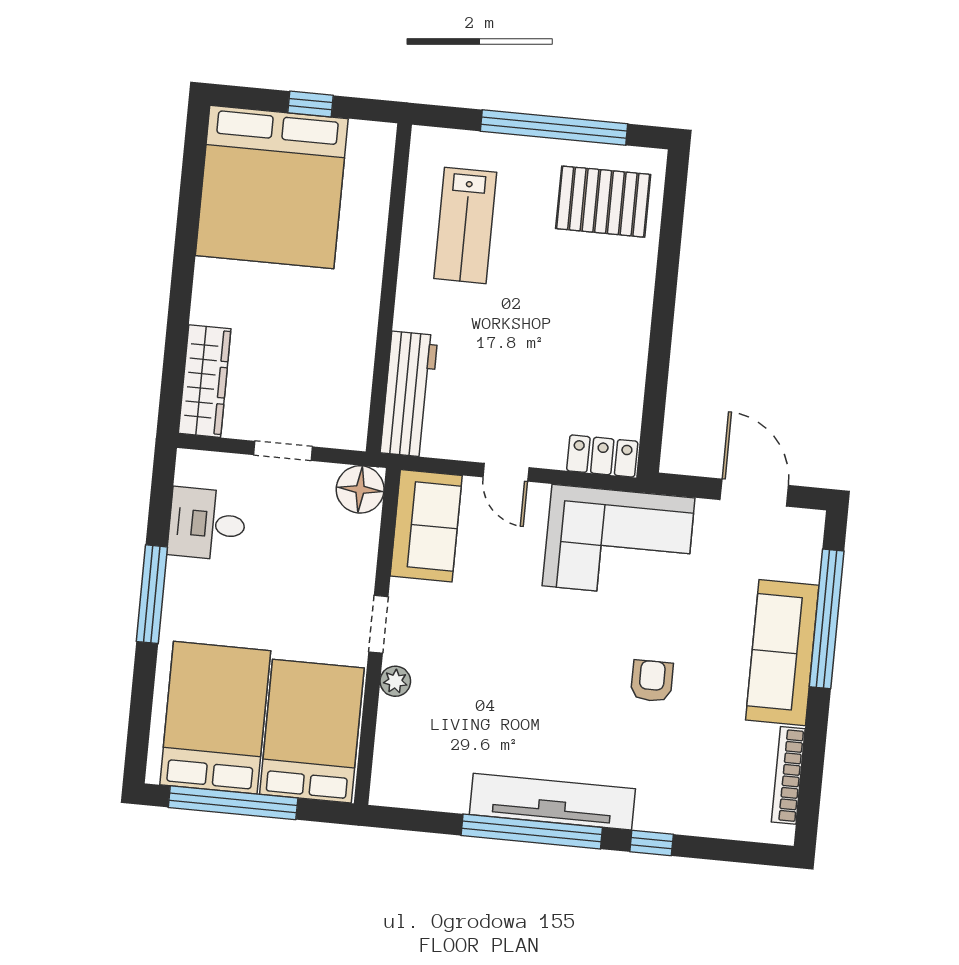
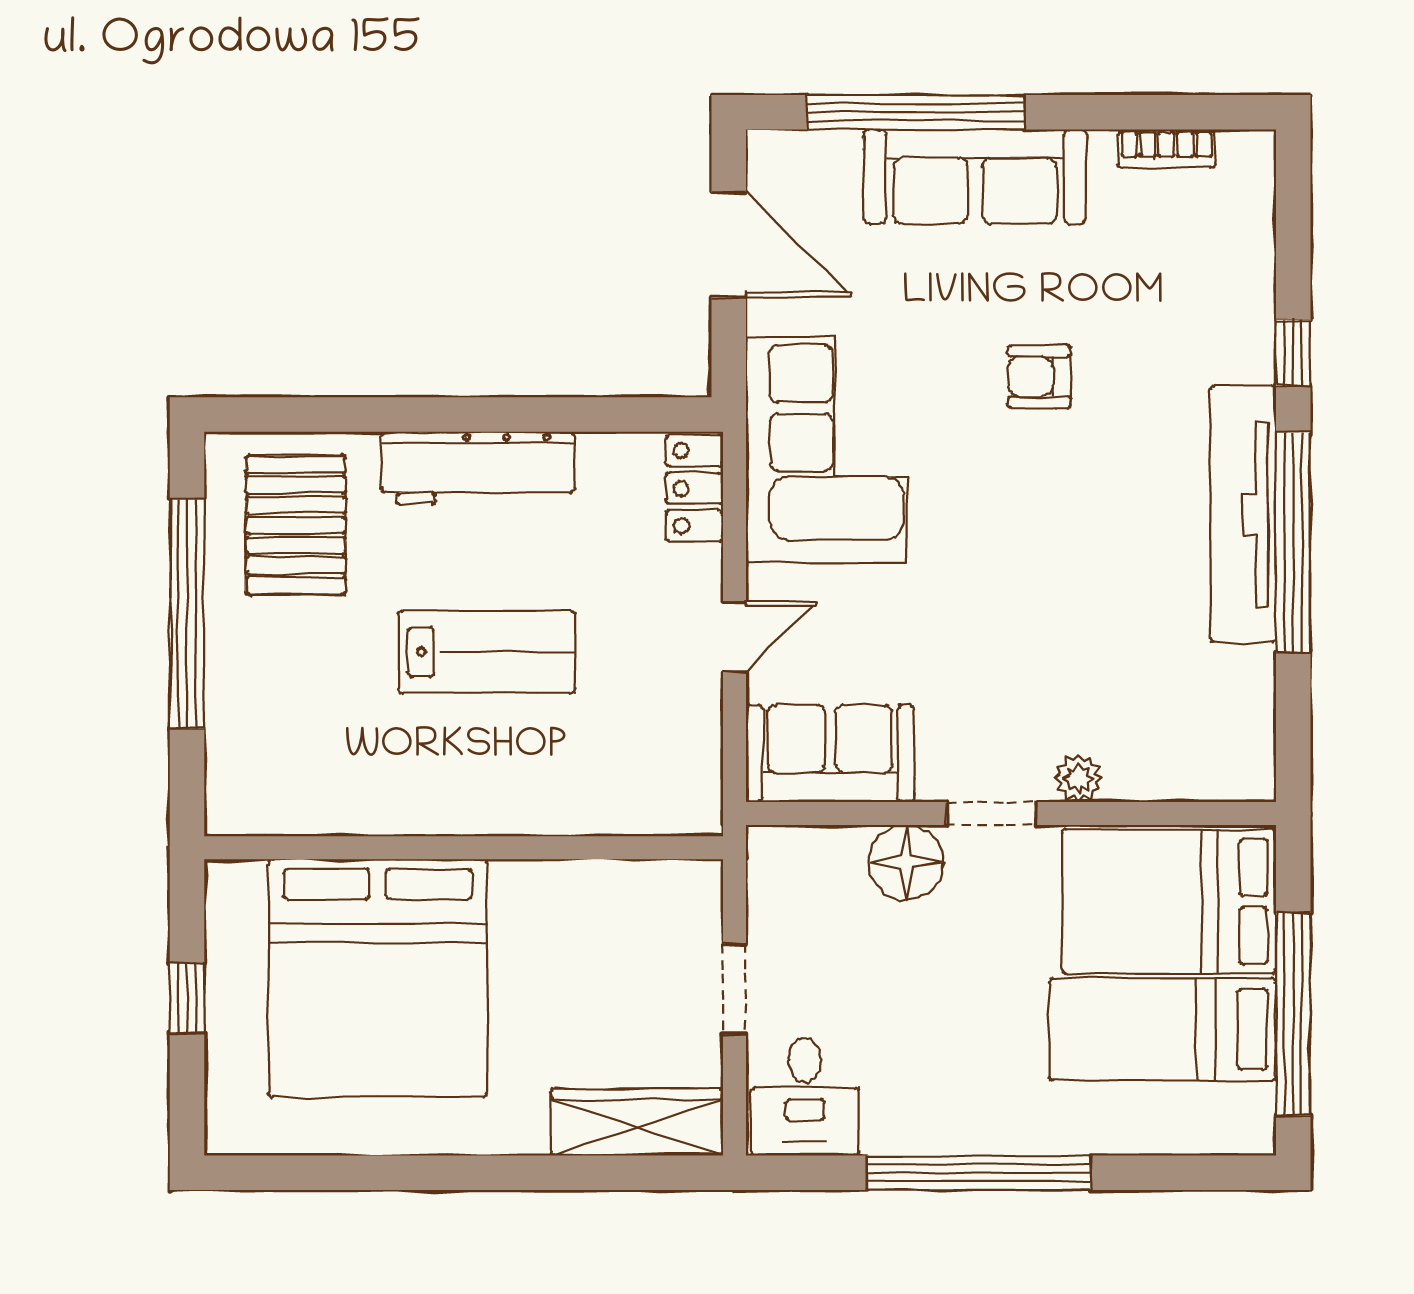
bed: (272, 187) -> (378, 978), moved, turned 90
lab bench: (465, 225) -> (487, 652), moved
workbench: (409, 394) -> (478, 468), moved, turned 180
floor lamp: (360, 489) -> (906, 862), moved
door: (754, 493) -> (729, 244), swing flipped
desk: (207, 524) -> (805, 1097), moved
window: (152, 594) -> (979, 1173), width x1.46
bed: (215, 718) -> (1163, 1029), width x0.67
bookcase: (788, 775) -> (1167, 149), width x0.64

